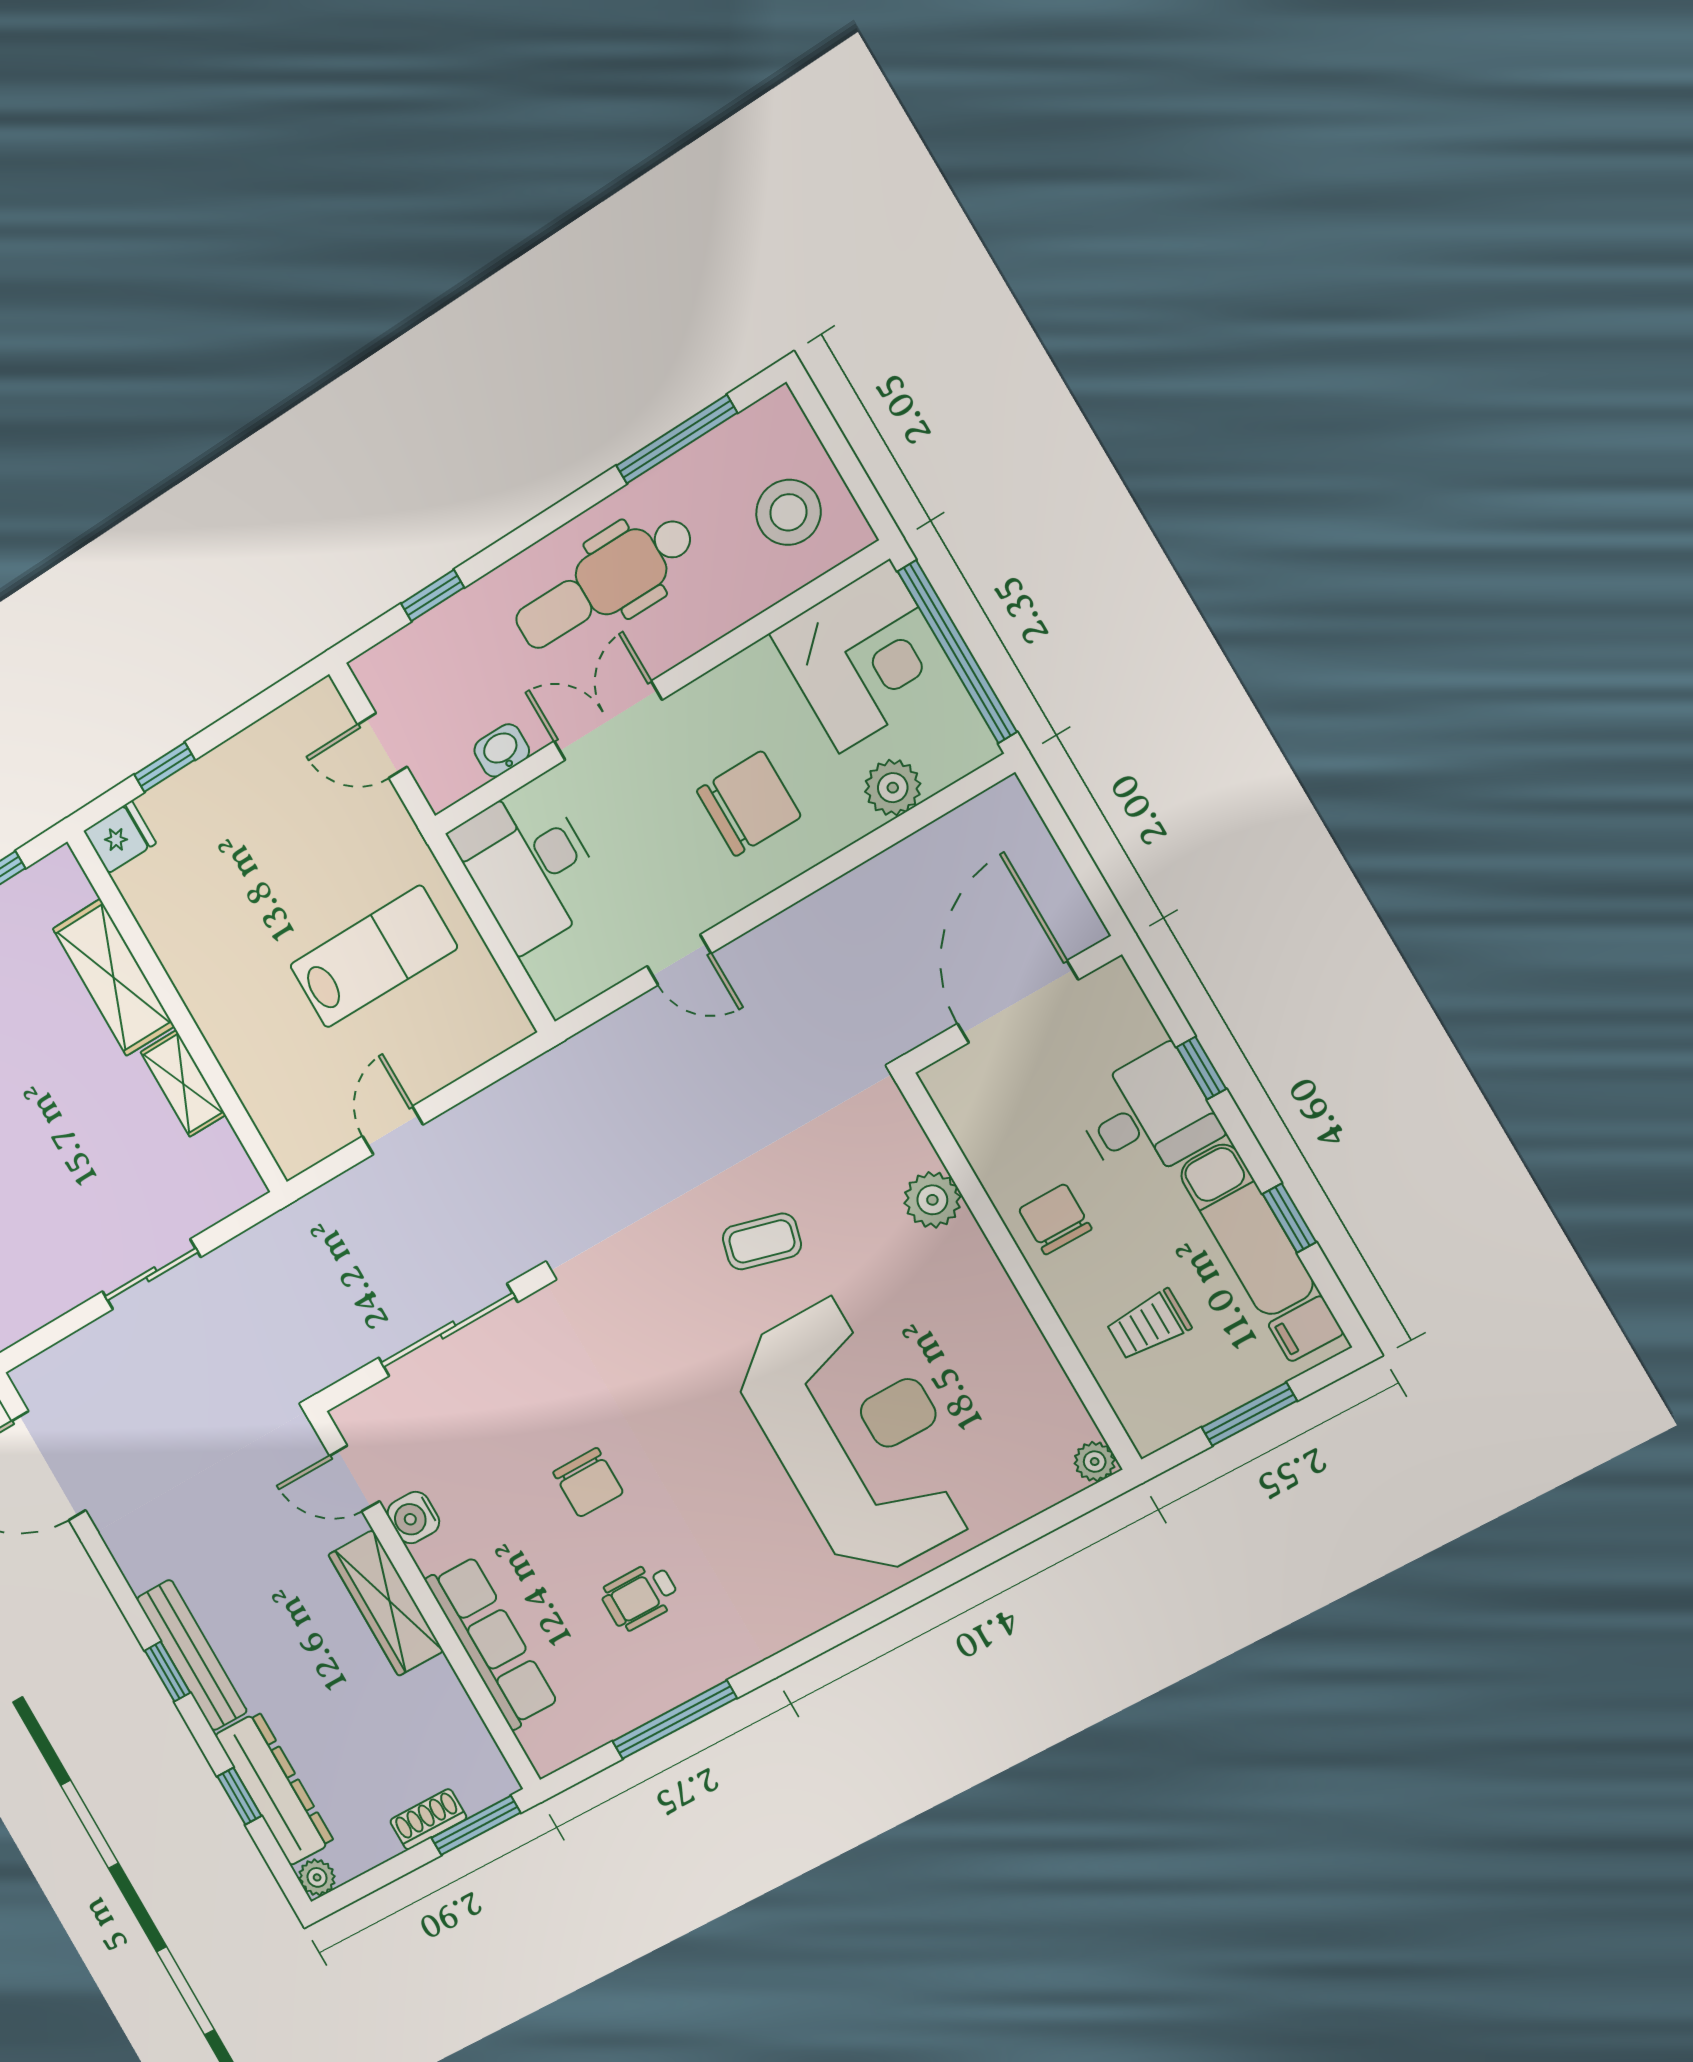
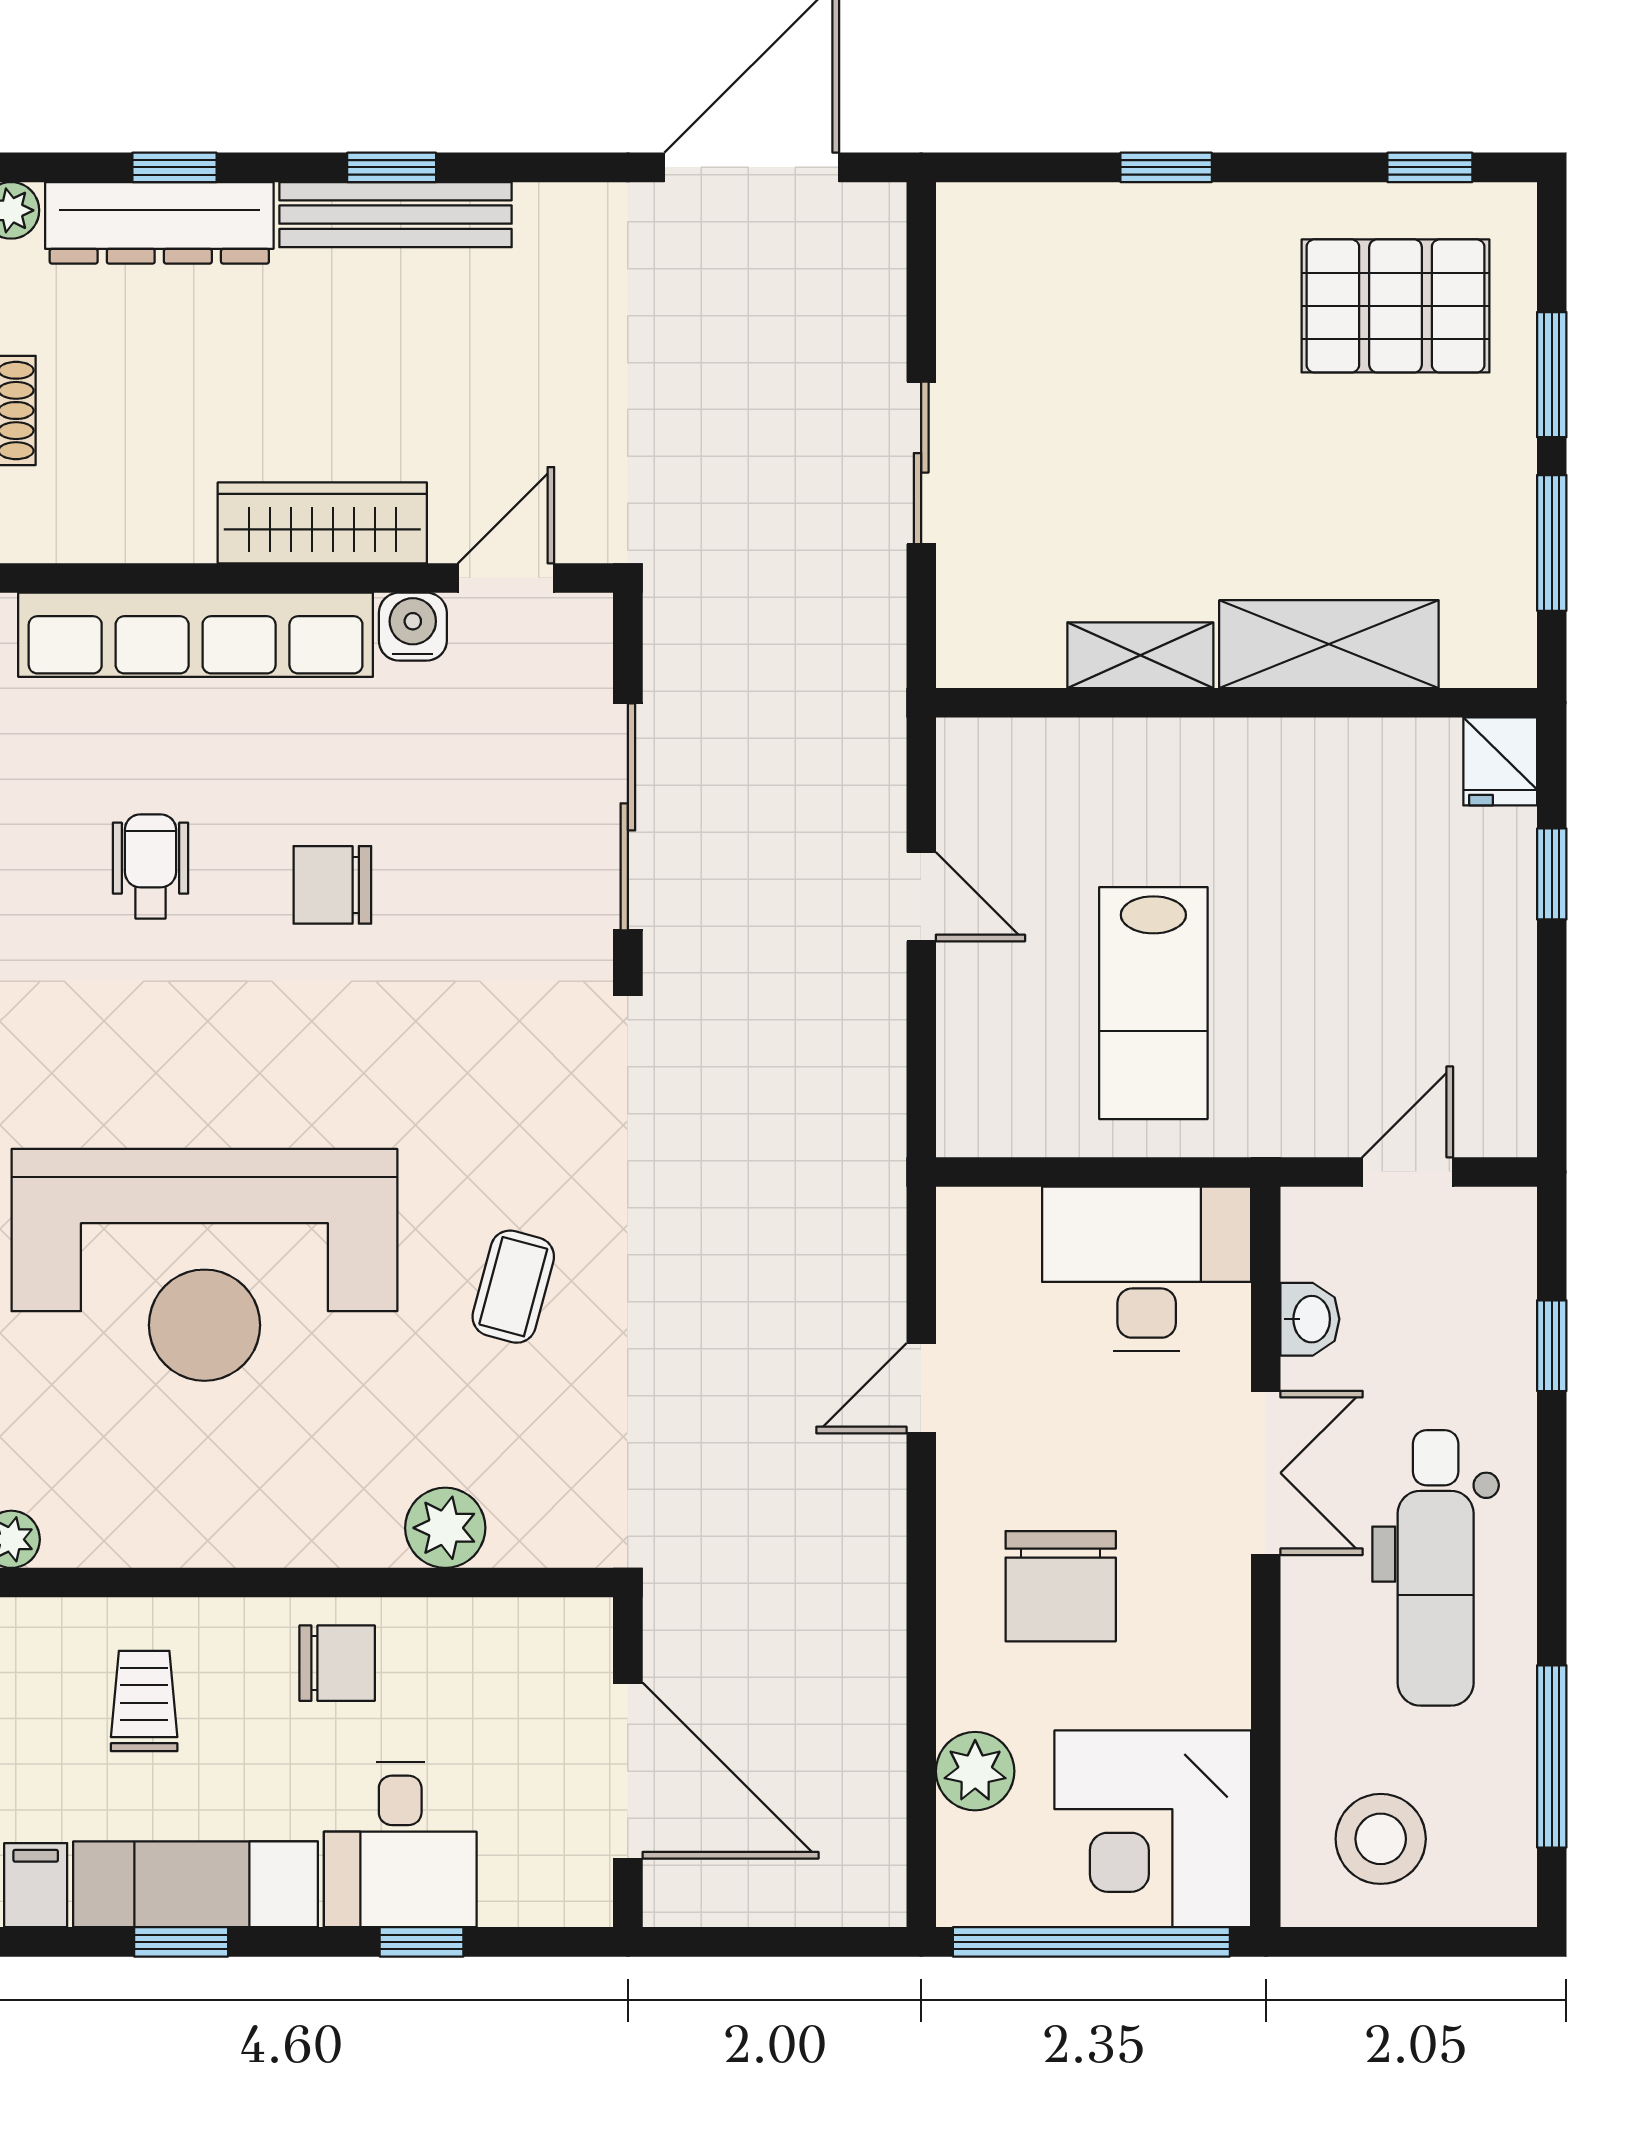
dental chair: (605, 582) -> (1436, 1568), turned 180
row of seats: (492, 1642) -> (196, 635), width x1.36

